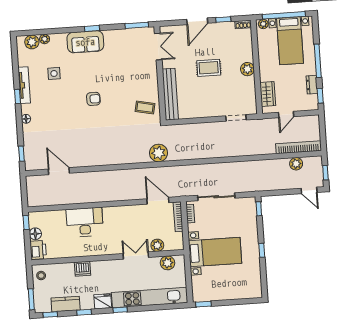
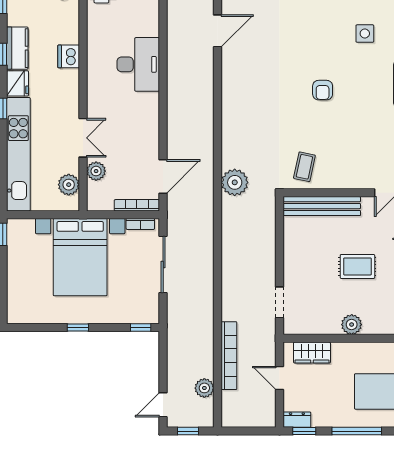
rug: (209, 68) -> (357, 266), turned 90
dresser: (312, 85) -> (297, 420), moved
bookcase: (299, 147) -> (229, 356), moved
bed with nightstands: (215, 252) -> (80, 257), width x1.36
kitchen counter: (66, 304) -> (17, 48), moved

